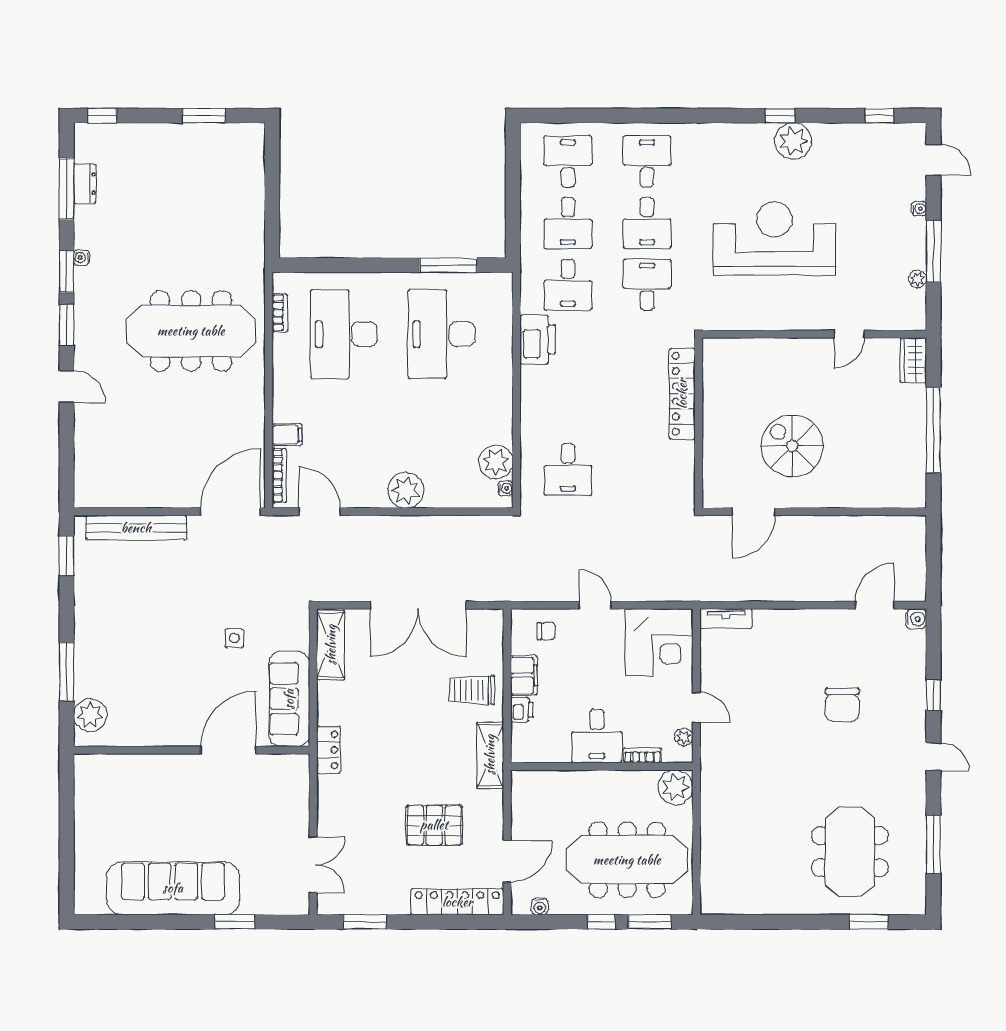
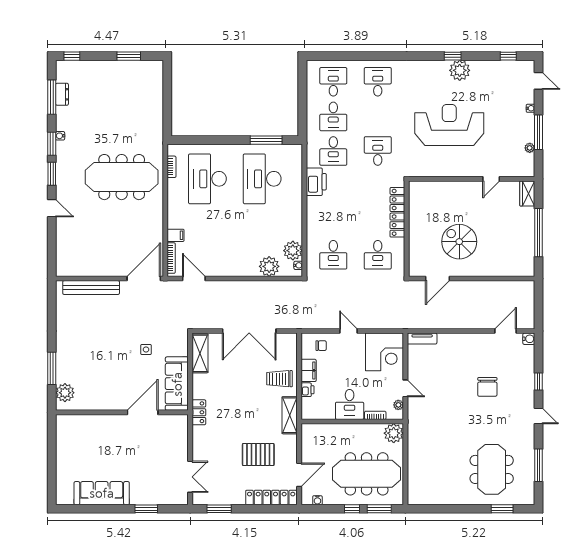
desk: (647, 223) -> (378, 255), moved
plant: (406, 490) -> (269, 266), moved
window: (67, 555) -> (52, 303), removed
sofa: (173, 888) -> (102, 493), width x0.74, depth x0.79

